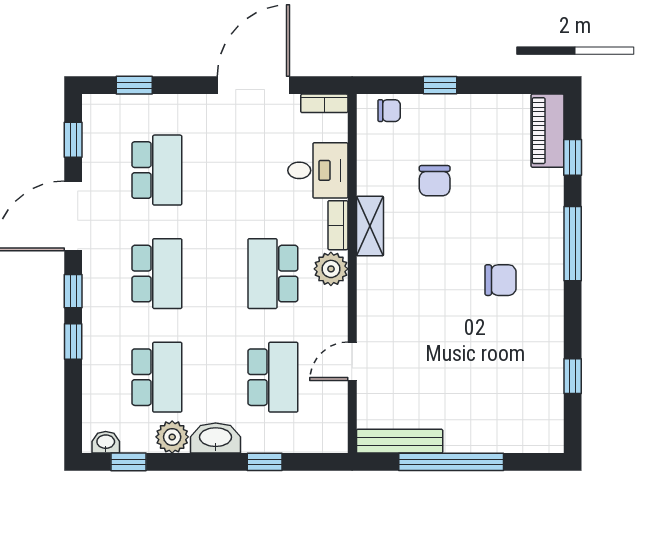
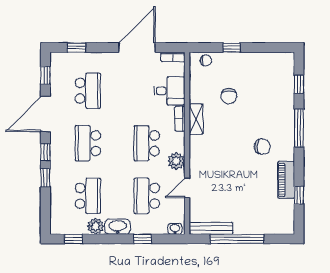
piano: (548, 131) -> (286, 180), moved
plant: (331, 269) -> (176, 161), moved
school desk: (157, 274) -> (88, 143), turned 180
school desk: (273, 377) -> (147, 196), turned 180
washbasin: (106, 442) -> (175, 229), moved

